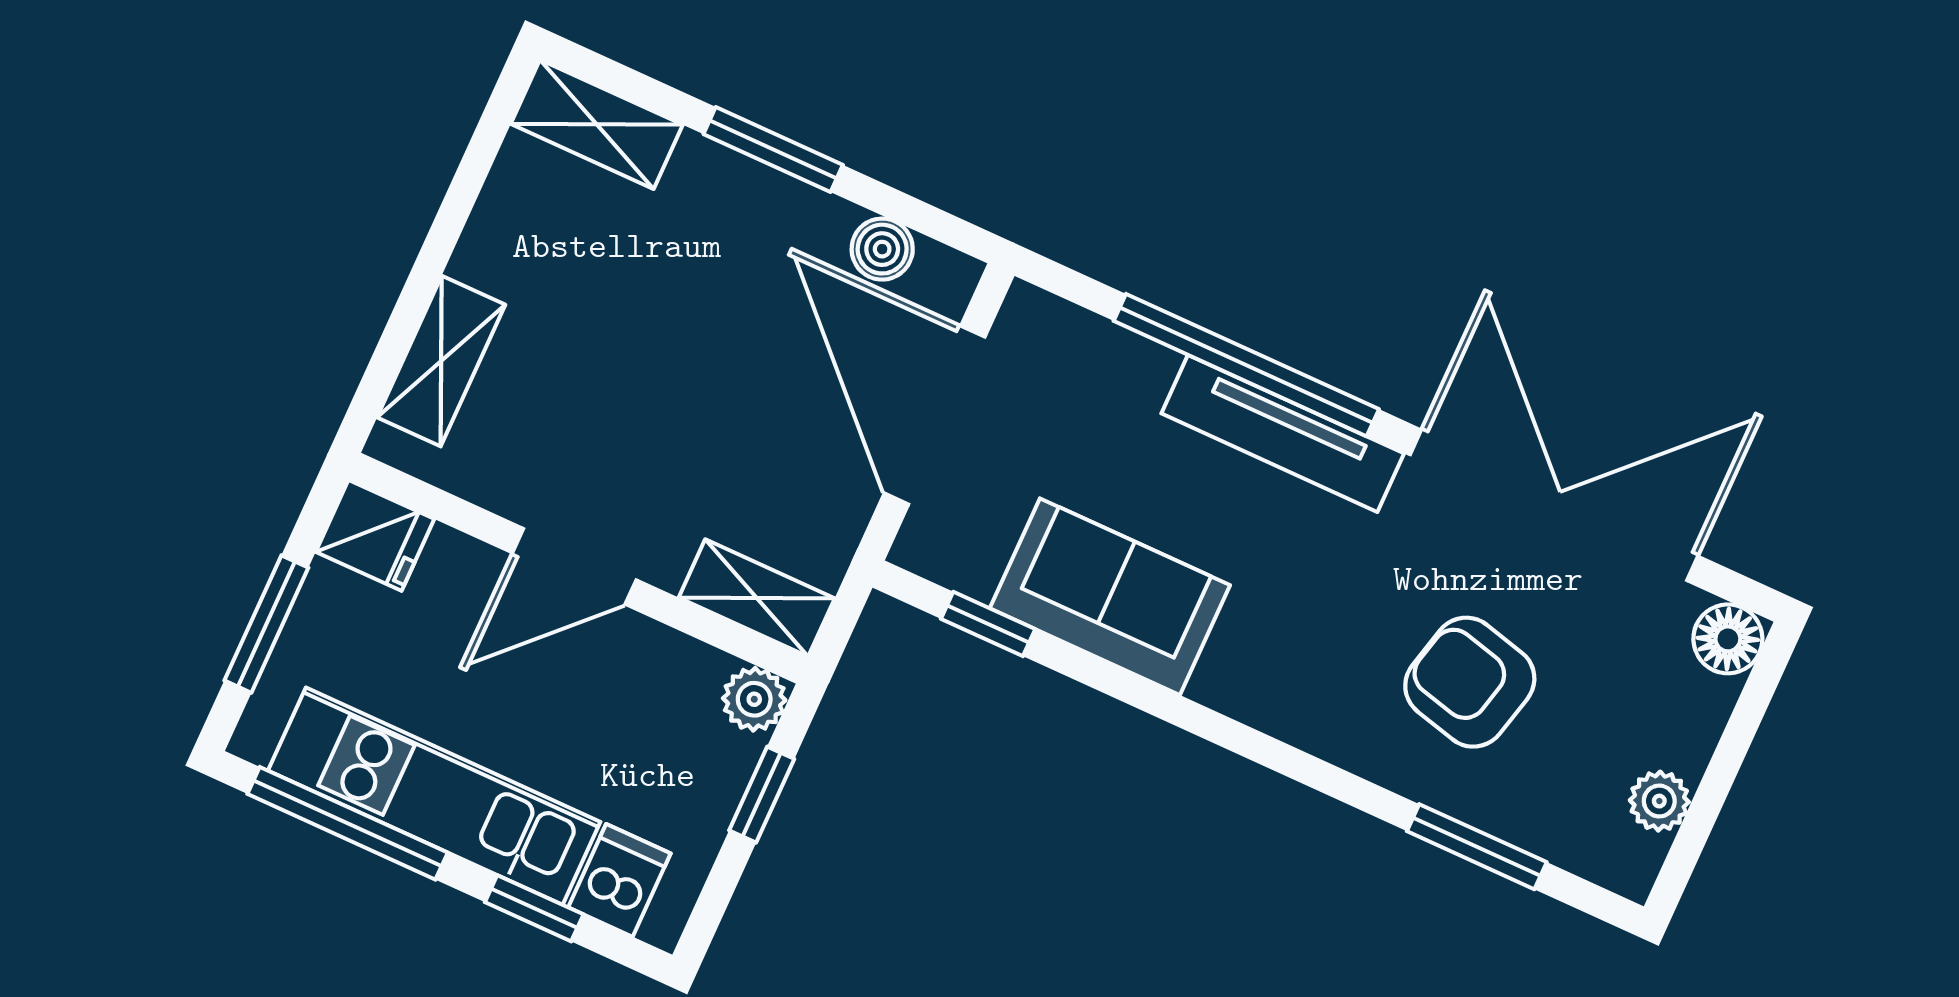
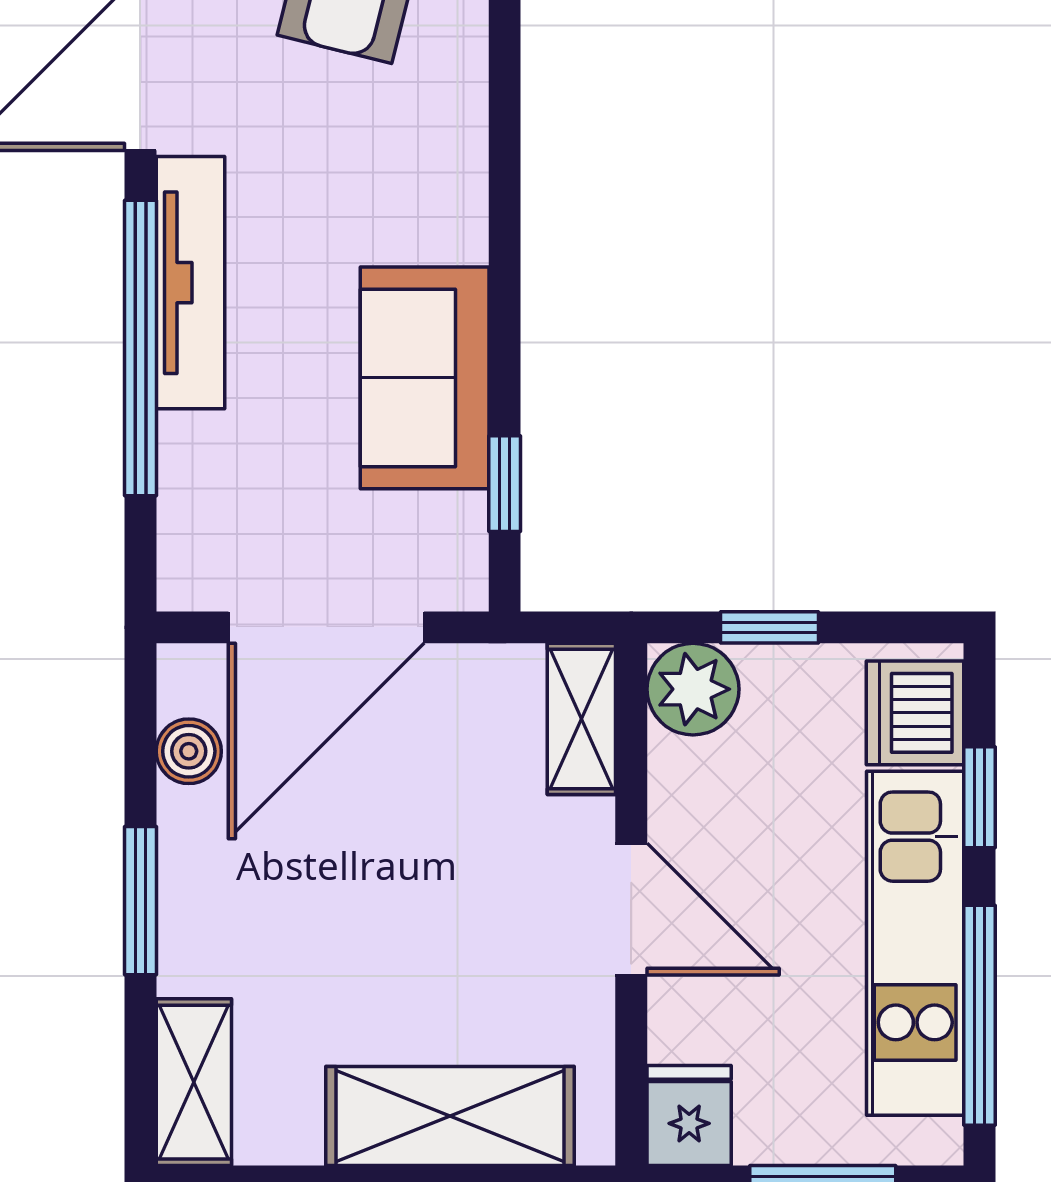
shelving: (441, 361) -> (450, 1116), width x1.50, depth x1.33
plant: (754, 699) -> (693, 689), width x1.38, depth x1.38
dishwasher: (619, 880) -> (915, 713), width x1.38

